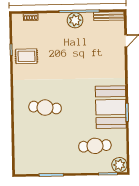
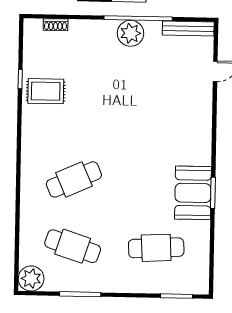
booth: (111, 107) -> (193, 193), width x0.73, depth x0.70
cafe table: (45, 108) -> (74, 179), turned -30
cafe table: (46, 147) -> (73, 246), added
plant: (119, 165) -> (31, 278), moved

